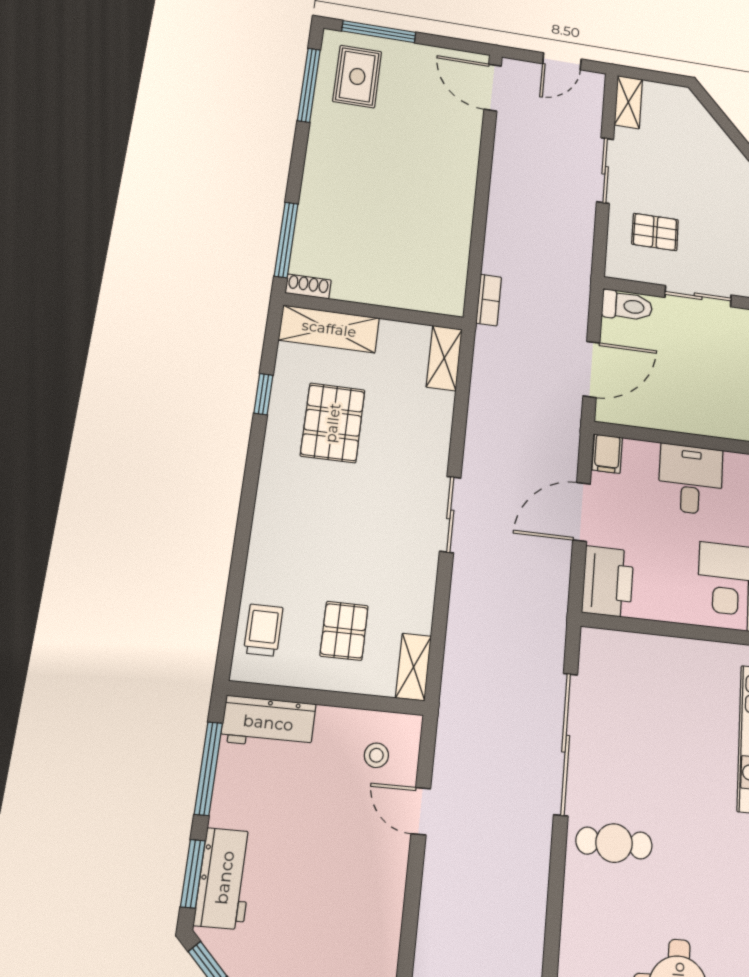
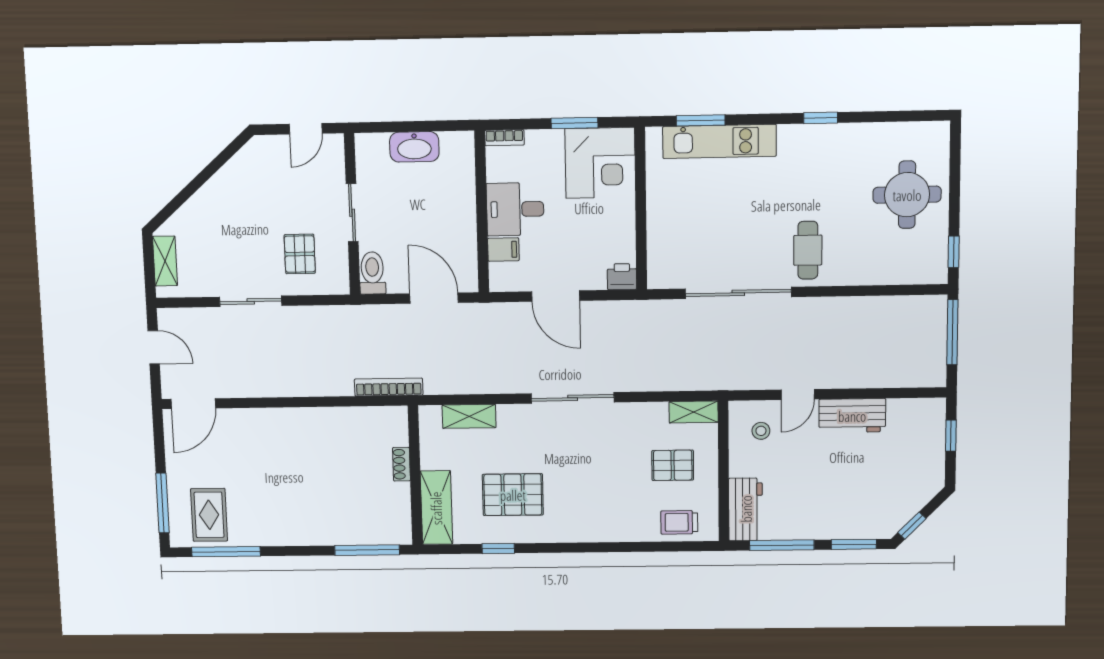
rug: (357, 76) -> (209, 515), turned 90
shelving: (628, 102) -> (165, 261), moved, turned 90
shoe rack: (308, 287) -> (401, 464), moved
bookcase: (489, 300) -> (389, 387), width x1.56
shelving: (444, 358) -> (469, 416), moved
filing cabinet: (607, 454) -> (503, 249), moved
sliding door: (450, 514) -> (573, 398), width x1.37
printer: (608, 582) -> (622, 277), width x0.53, depth x0.68
workbench: (225, 878) -> (852, 416), moved, turned 180

